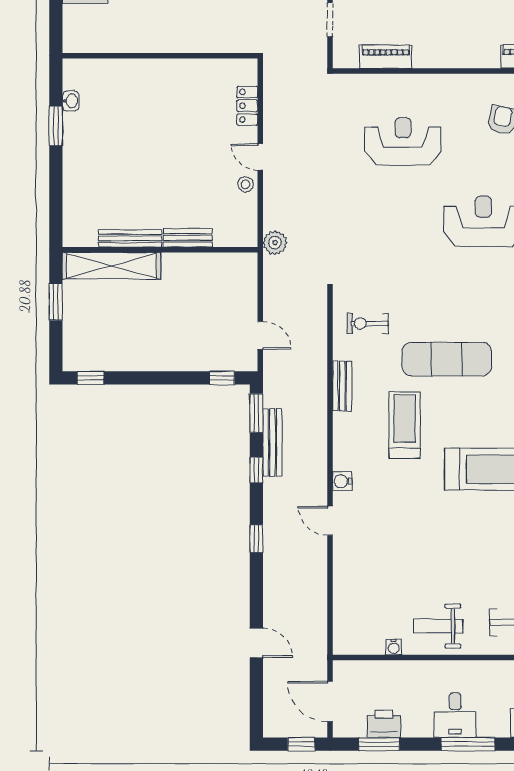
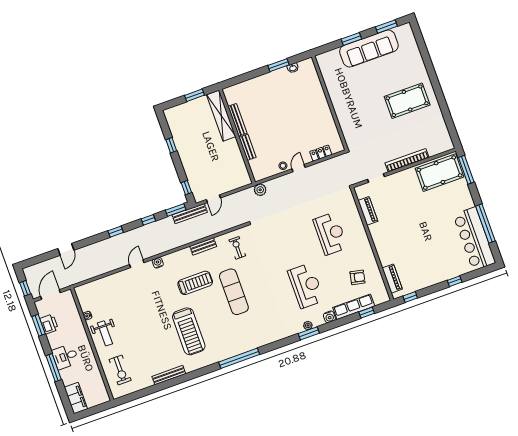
window: (91, 378) -> (171, 145), moved
bench: (272, 443) -> (190, 214), moved
weight bench: (438, 626) -> (105, 333), turned 180

